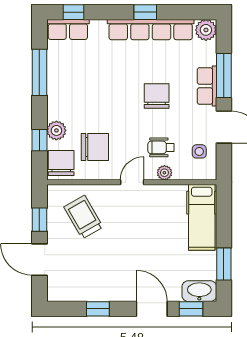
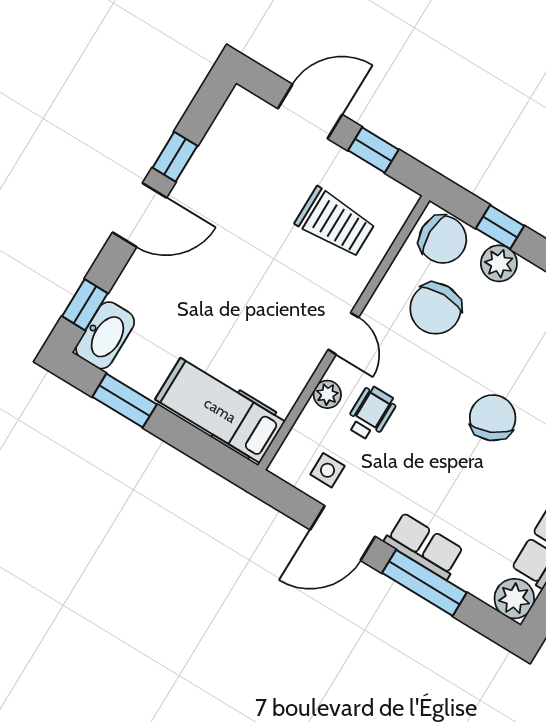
chair: (157, 96) -> (493, 418), moved, turned -114
trolley: (83, 217) -> (335, 223), turned 30
door: (152, 309) -> (139, 215), moved

